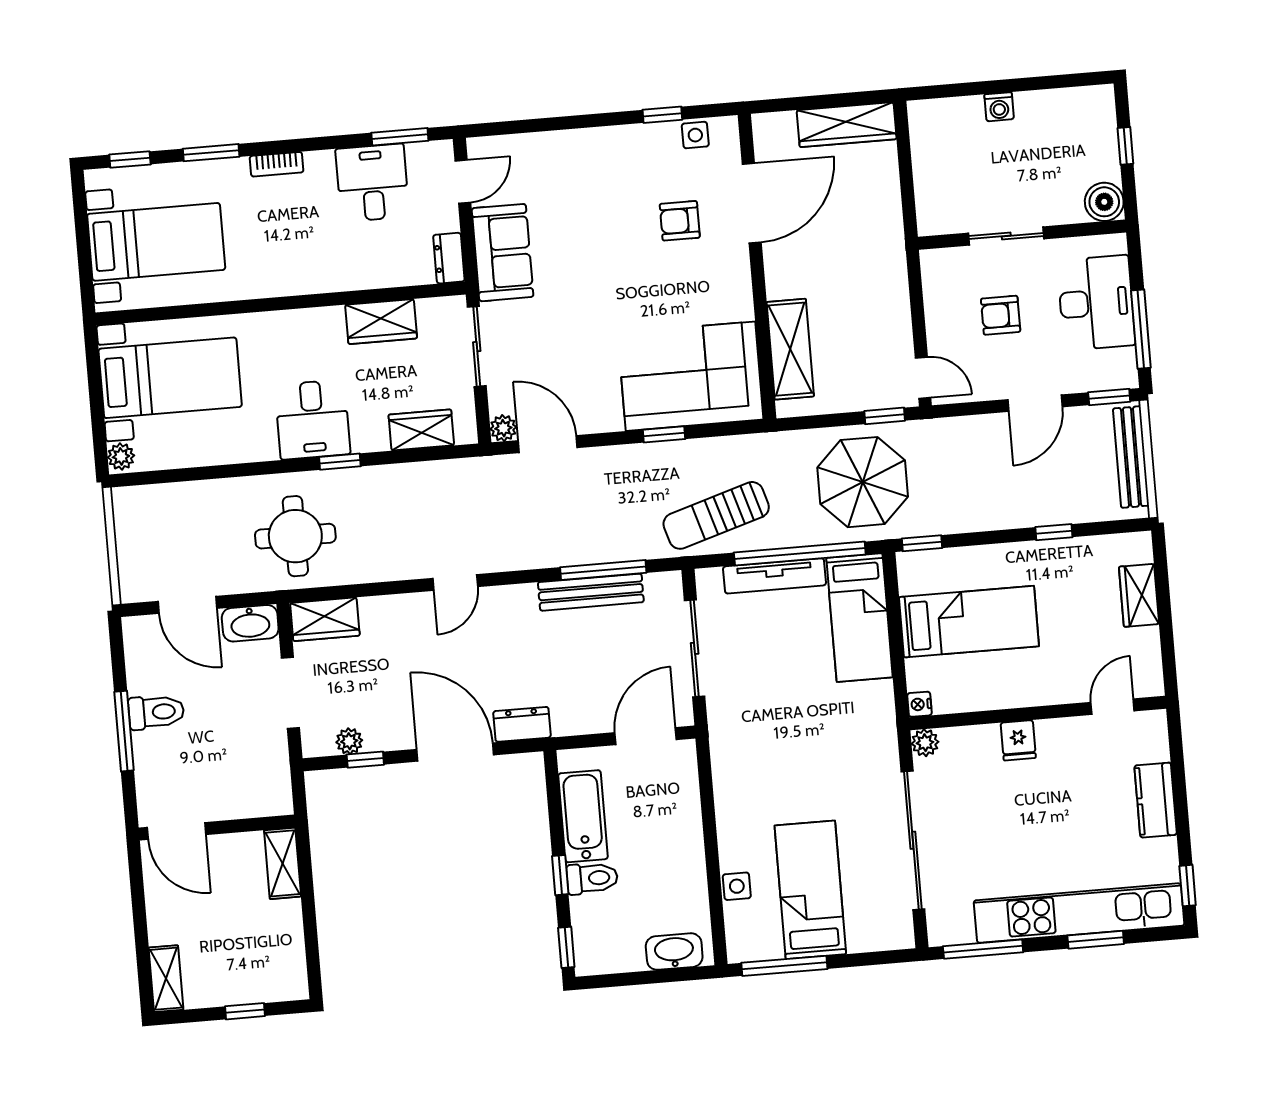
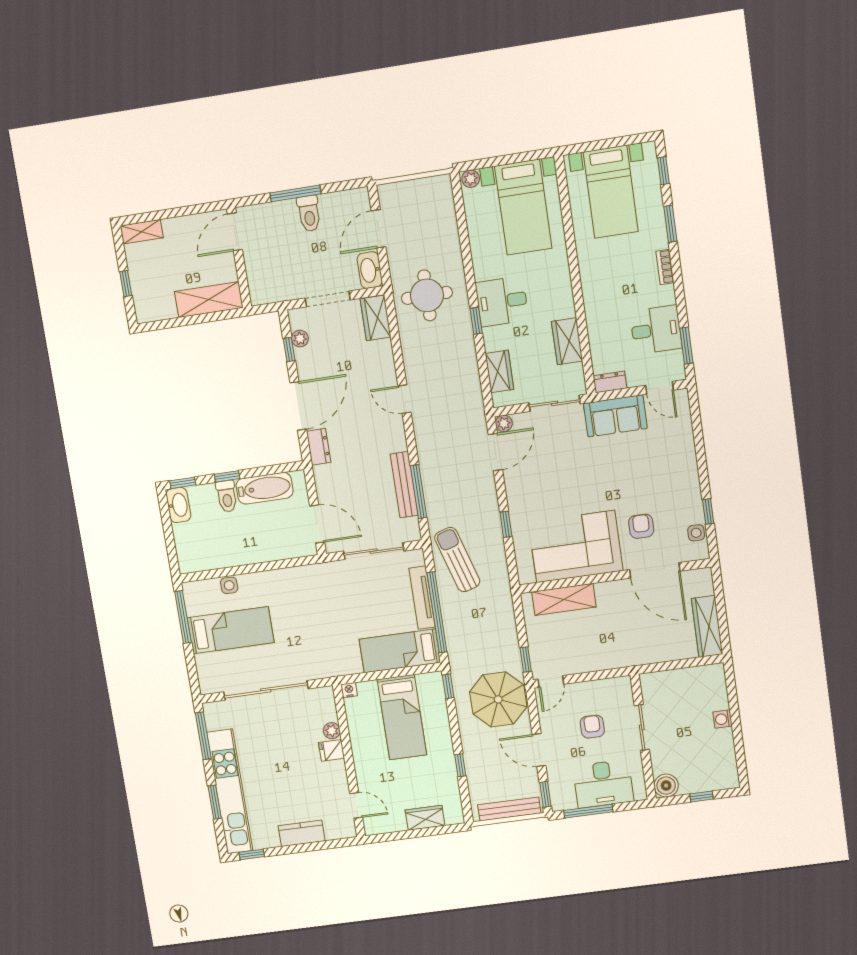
corner sofa: (690, 376) -> (576, 547), moved, turned -90
parasol: (863, 482) -> (498, 699), moved
plant: (925, 743) -> (332, 731), moved
shelving: (283, 863) -> (209, 300), width x1.50, depth x1.33
washbasin: (674, 952) -> (178, 505), moved

